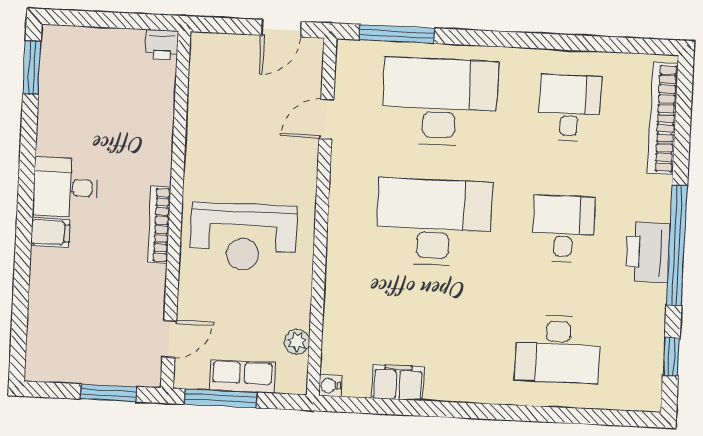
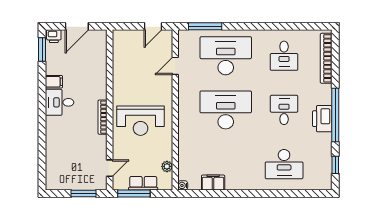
door: (112, 20) -> (77, 26), added
printer: (162, 44) -> (54, 36), moved
desk: (569, 108) -> (284, 56), turned 180
filing cabinet: (50, 233) -> (54, 82), moved

